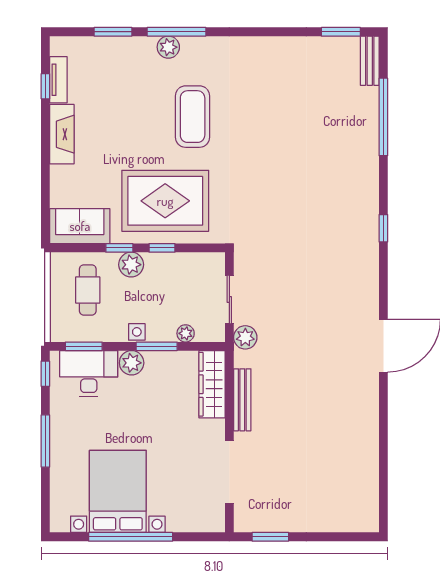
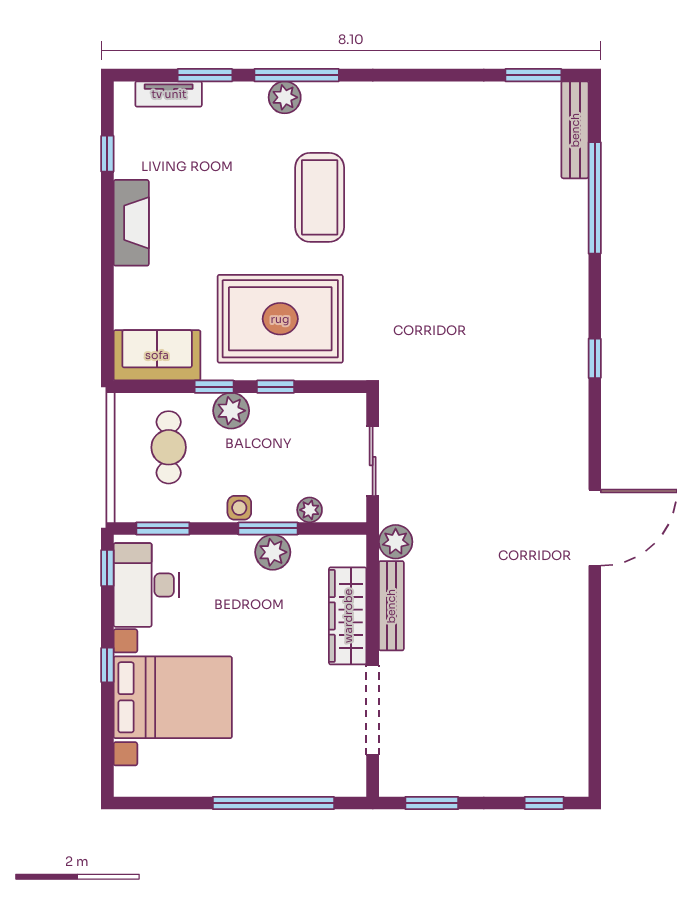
bench: (370, 61) -> (575, 130), width x1.36
tv unit: (58, 80) -> (169, 94), moved, turned 90
plant: (245, 337) -> (396, 542), moved
plant: (132, 363) -> (273, 552), moved
desk: (89, 373) -> (146, 585), moved, turned -90
wardrobe: (212, 384) -> (348, 616), moved
window: (45, 441) -> (107, 665), width x0.46
bed with nightstands: (118, 491) -> (173, 697), moved, turned 90
window: (131, 537) -> (273, 803), moved
window: (348, 537) -> (544, 803), added

